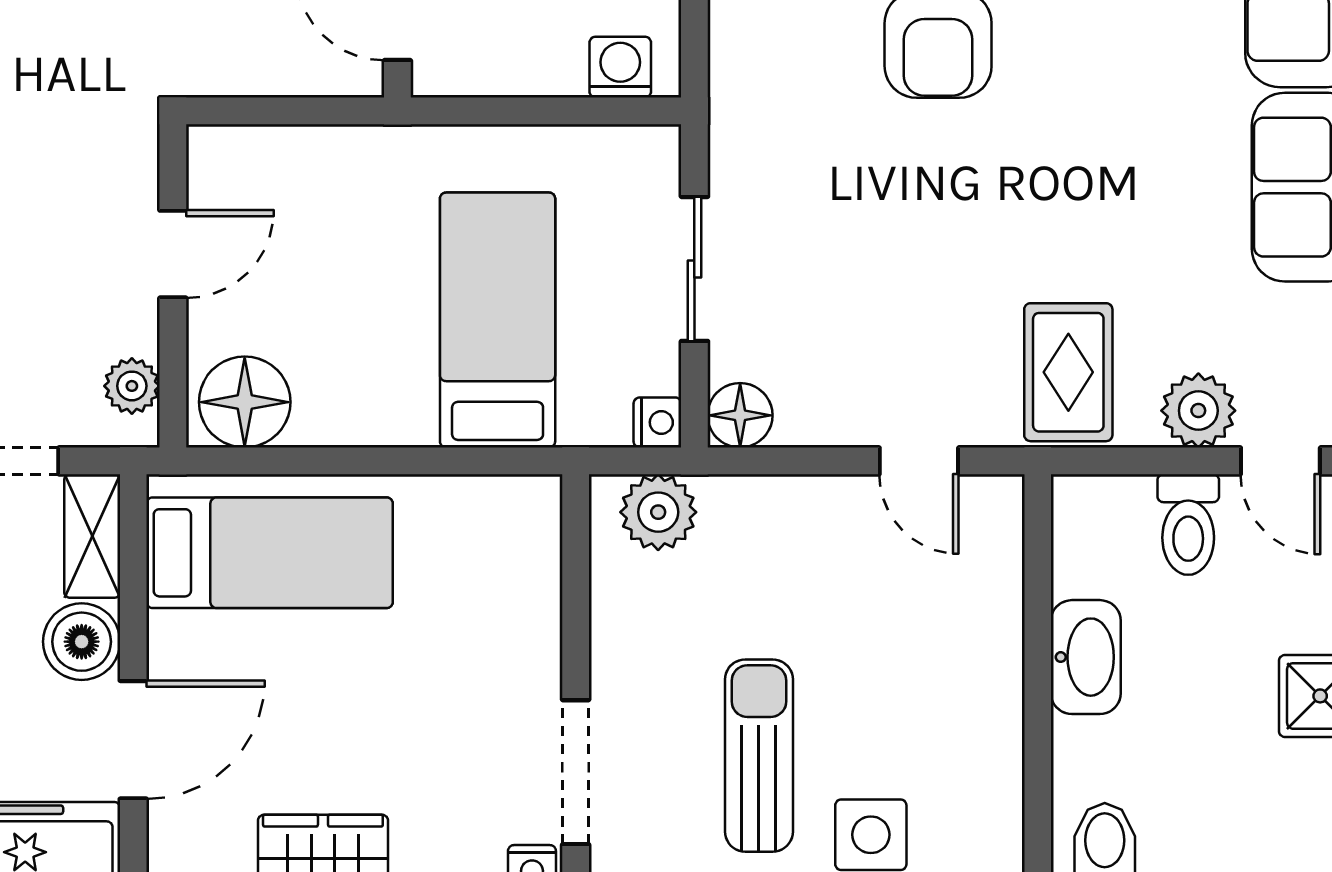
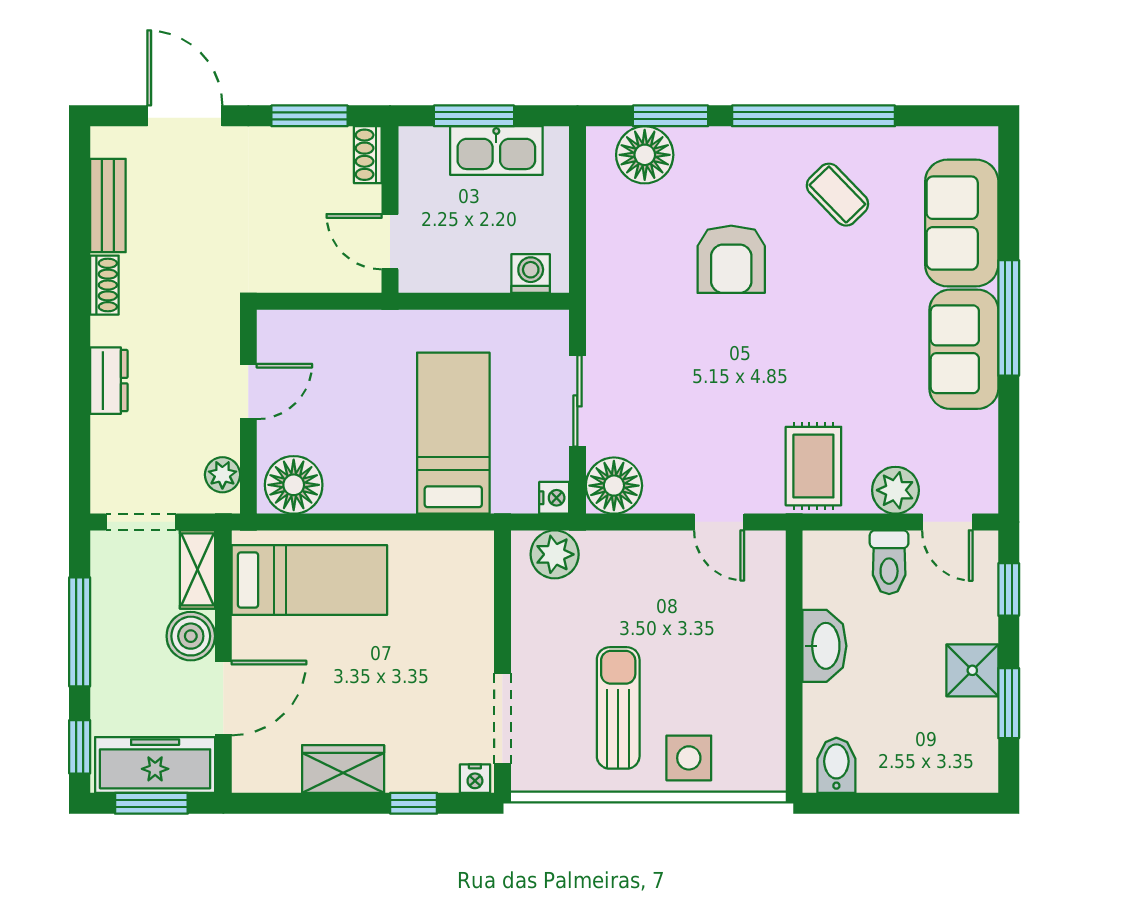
floor lamp: (740, 415) -> (614, 486), width x1.38, depth x1.38

